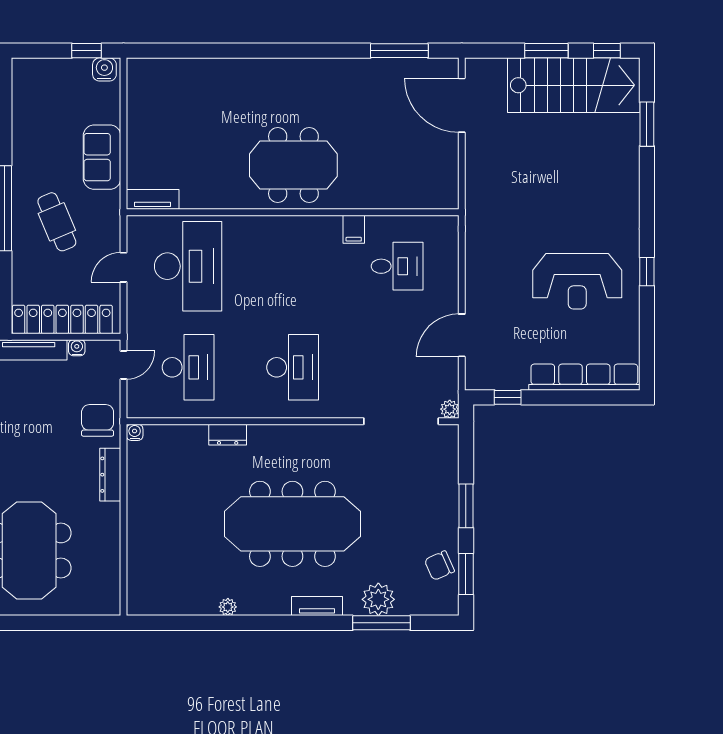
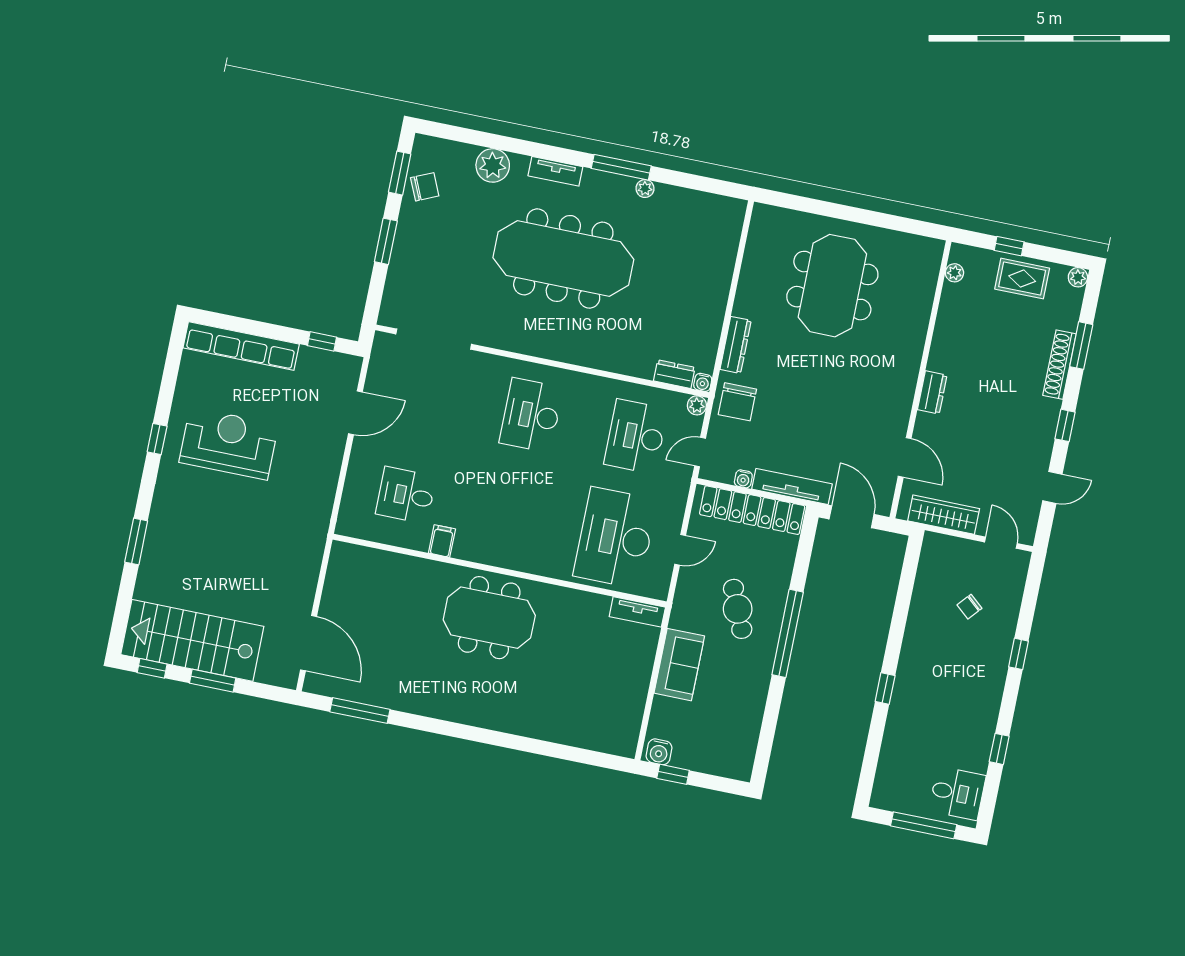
window: (647, 124) -> (136, 541), moved
plant: (450, 409) -> (697, 405), moved
dresser: (228, 435) -> (674, 374), moved
window: (381, 623) -> (621, 167), moved

